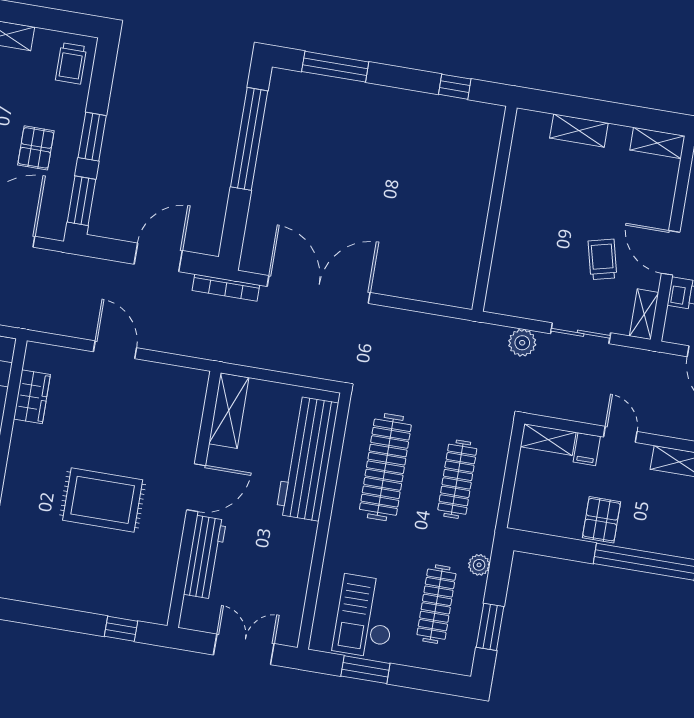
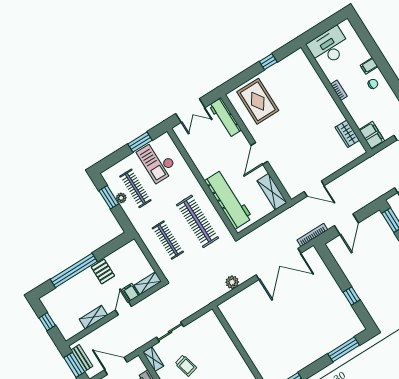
window: (249, 139) -> (352, 296), width x0.32
plant: (522, 343) -> (232, 282), moved
door: (115, 350) -> (314, 189), moved
door: (620, 434) -> (123, 308), swing flipped
rug: (103, 500) -> (258, 101), moved, turned 90
workbench: (205, 557) -> (225, 118), moved
plant: (479, 565) -> (121, 198), moved
checkout: (365, 616) -> (157, 161), turned 180
window: (121, 629) -> (268, 62), moved

